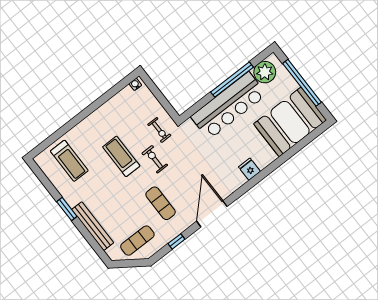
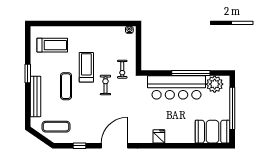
booth: (290, 122) -> (213, 132), width x0.73, depth x0.70
treadmill: (69, 161) -> (52, 45), turned -90
exercise mat: (161, 203) -> (66, 86), moved

